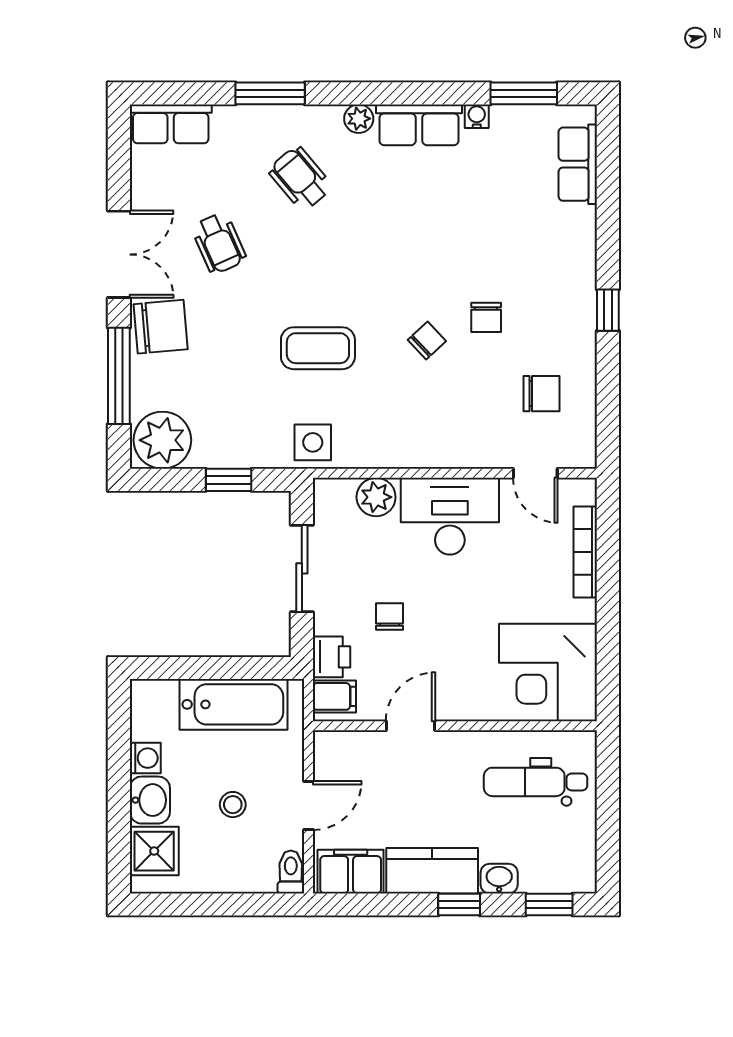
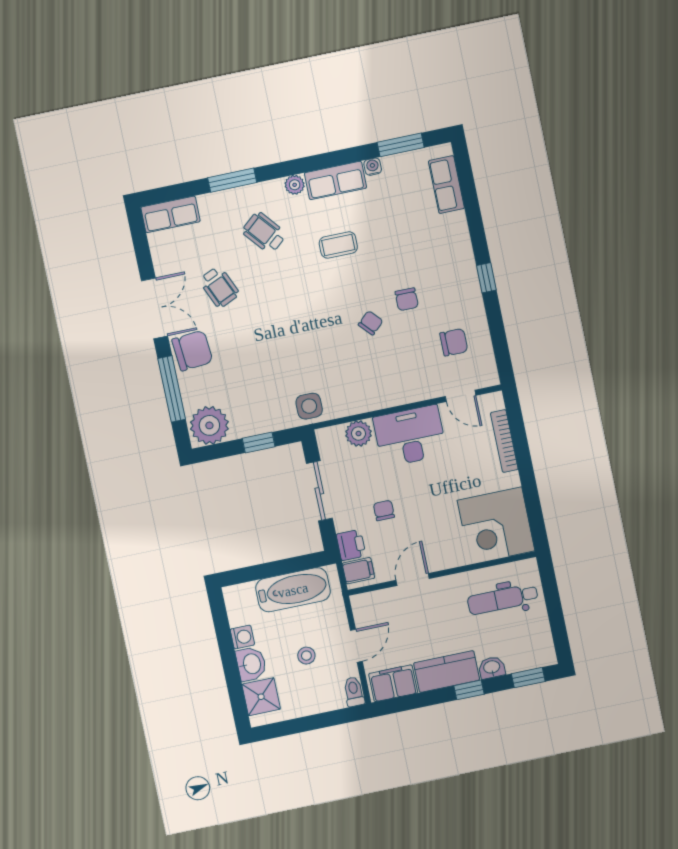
coffee table: (318, 348) -> (338, 245), moved, width x0.73, depth x0.77

